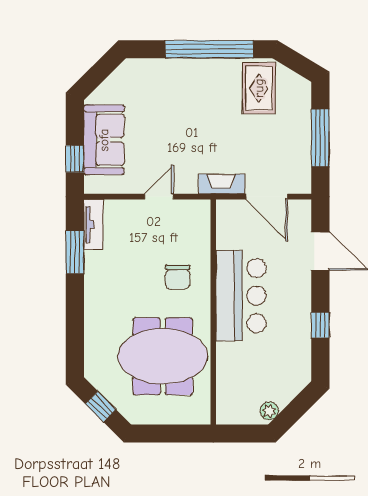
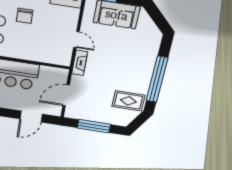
fireplace: (222, 184) -> (80, 63), moved
chair: (178, 277) -> (25, 16), moved, turned -90

